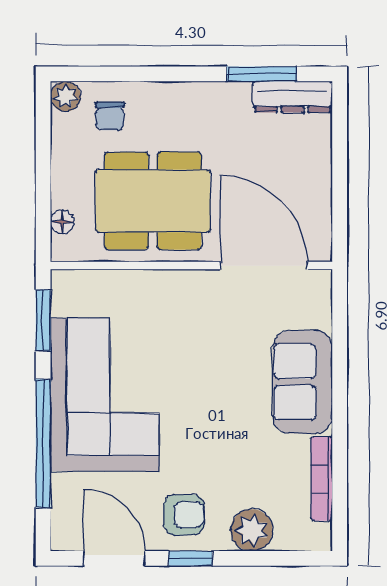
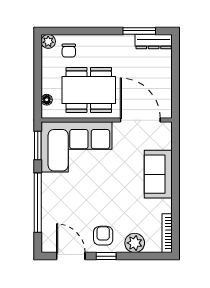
corner sofa: (105, 395) -> (77, 147), moved, turned 90
bookcase: (322, 479) -> (167, 233), moved
armchair: (184, 515) -> (103, 236), turned -90

